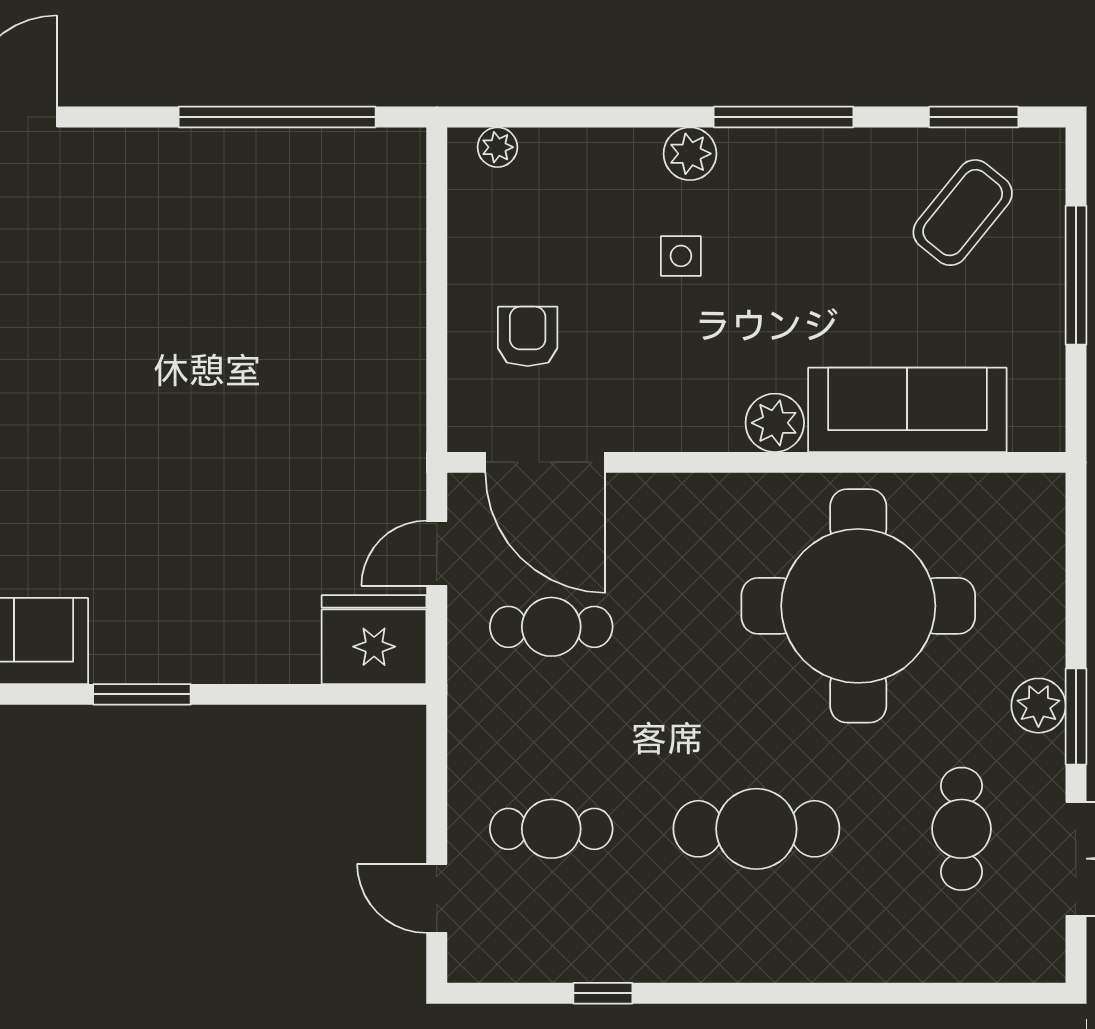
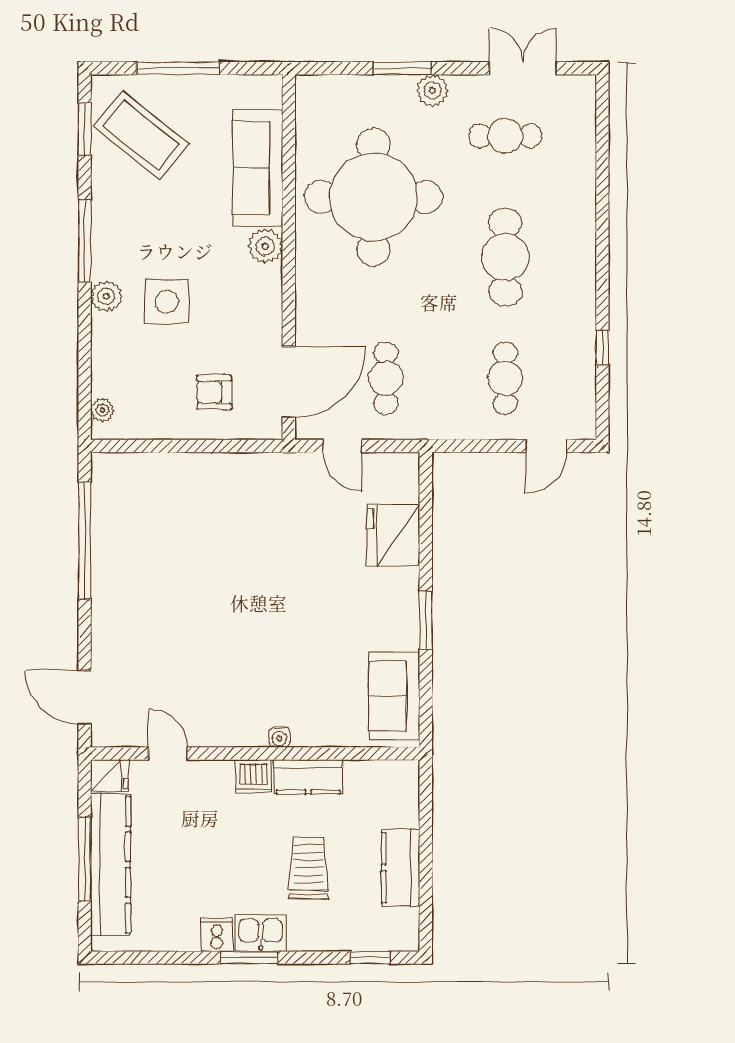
coffee table: (963, 213) -> (141, 135), width x1.36, depth x1.32
side table: (681, 256) -> (167, 302), width x1.87, depth x1.87
fridge: (374, 640) -> (393, 535), moved
window: (1076, 717) -> (402, 68), moved

